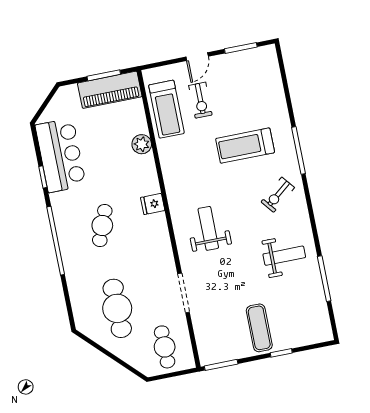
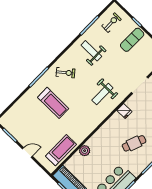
exercise bike: (200, 100) -> (111, 23), moved
fridge: (153, 204) -> (124, 111), moved

